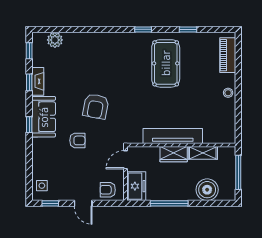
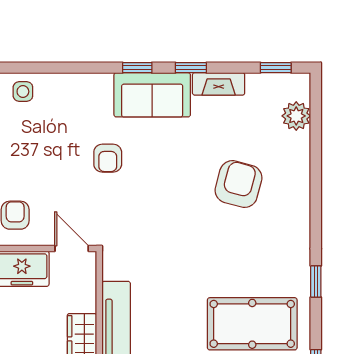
window: (29, 82) -> (191, 68), moved
armchair: (96, 106) -> (238, 184), moved, turned 94

